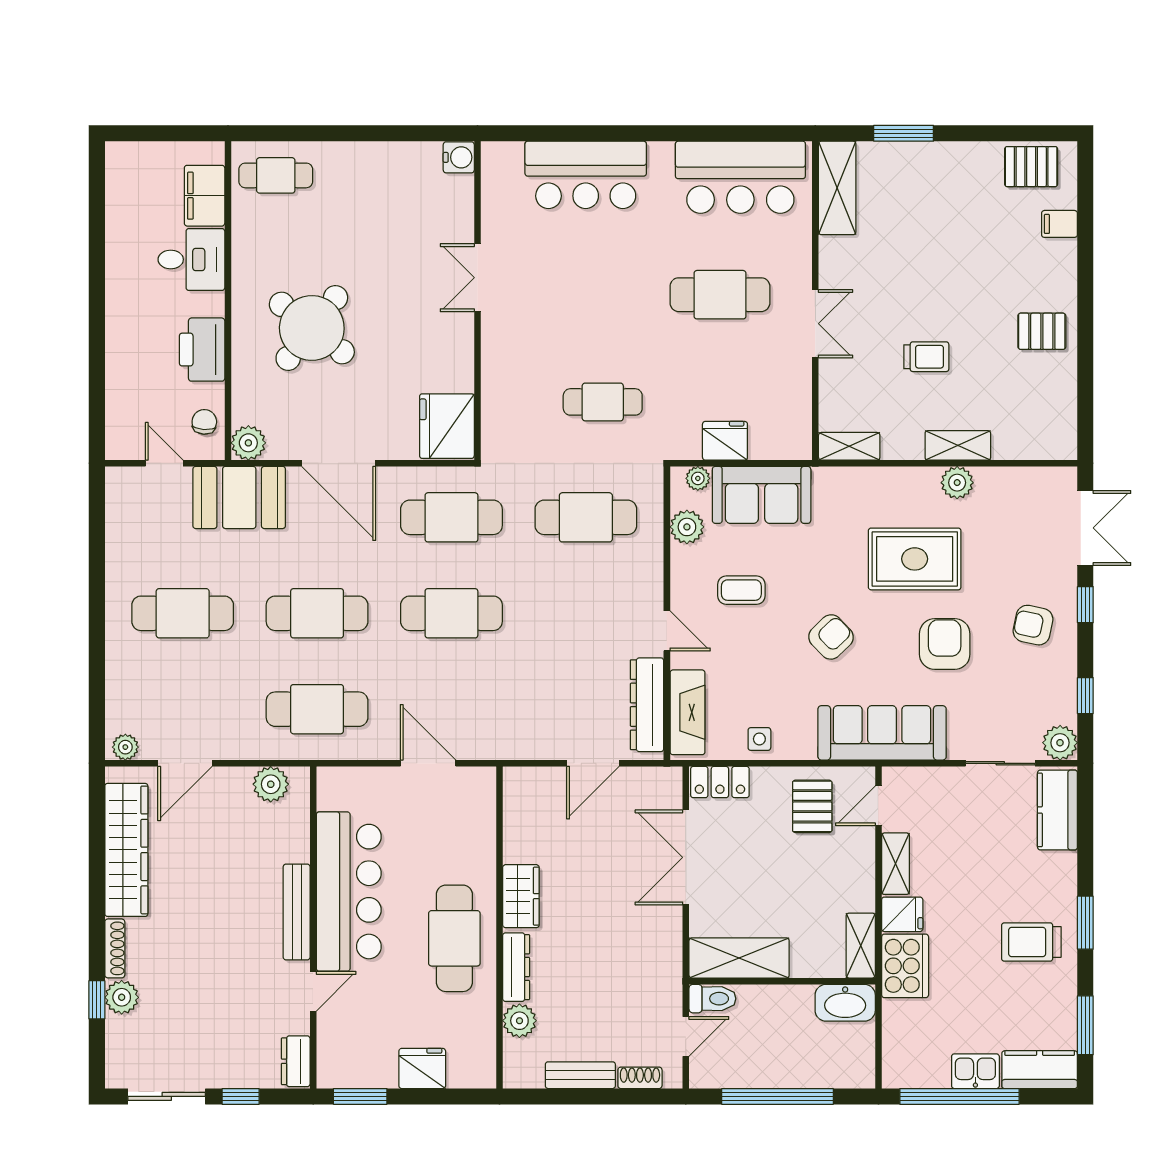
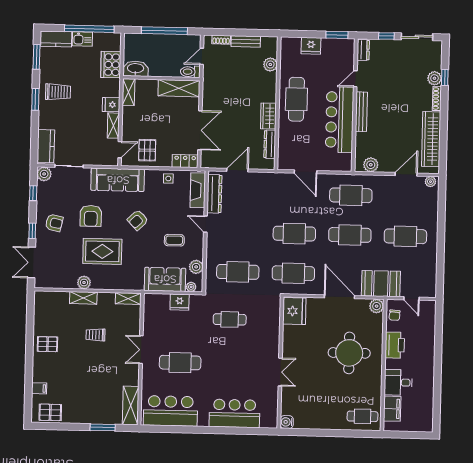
round table: (312, 328) -> (349, 353), turned -38
cooker: (905, 966) -> (111, 65), moved
dresser: (516, 967) -> (270, 144), moved

